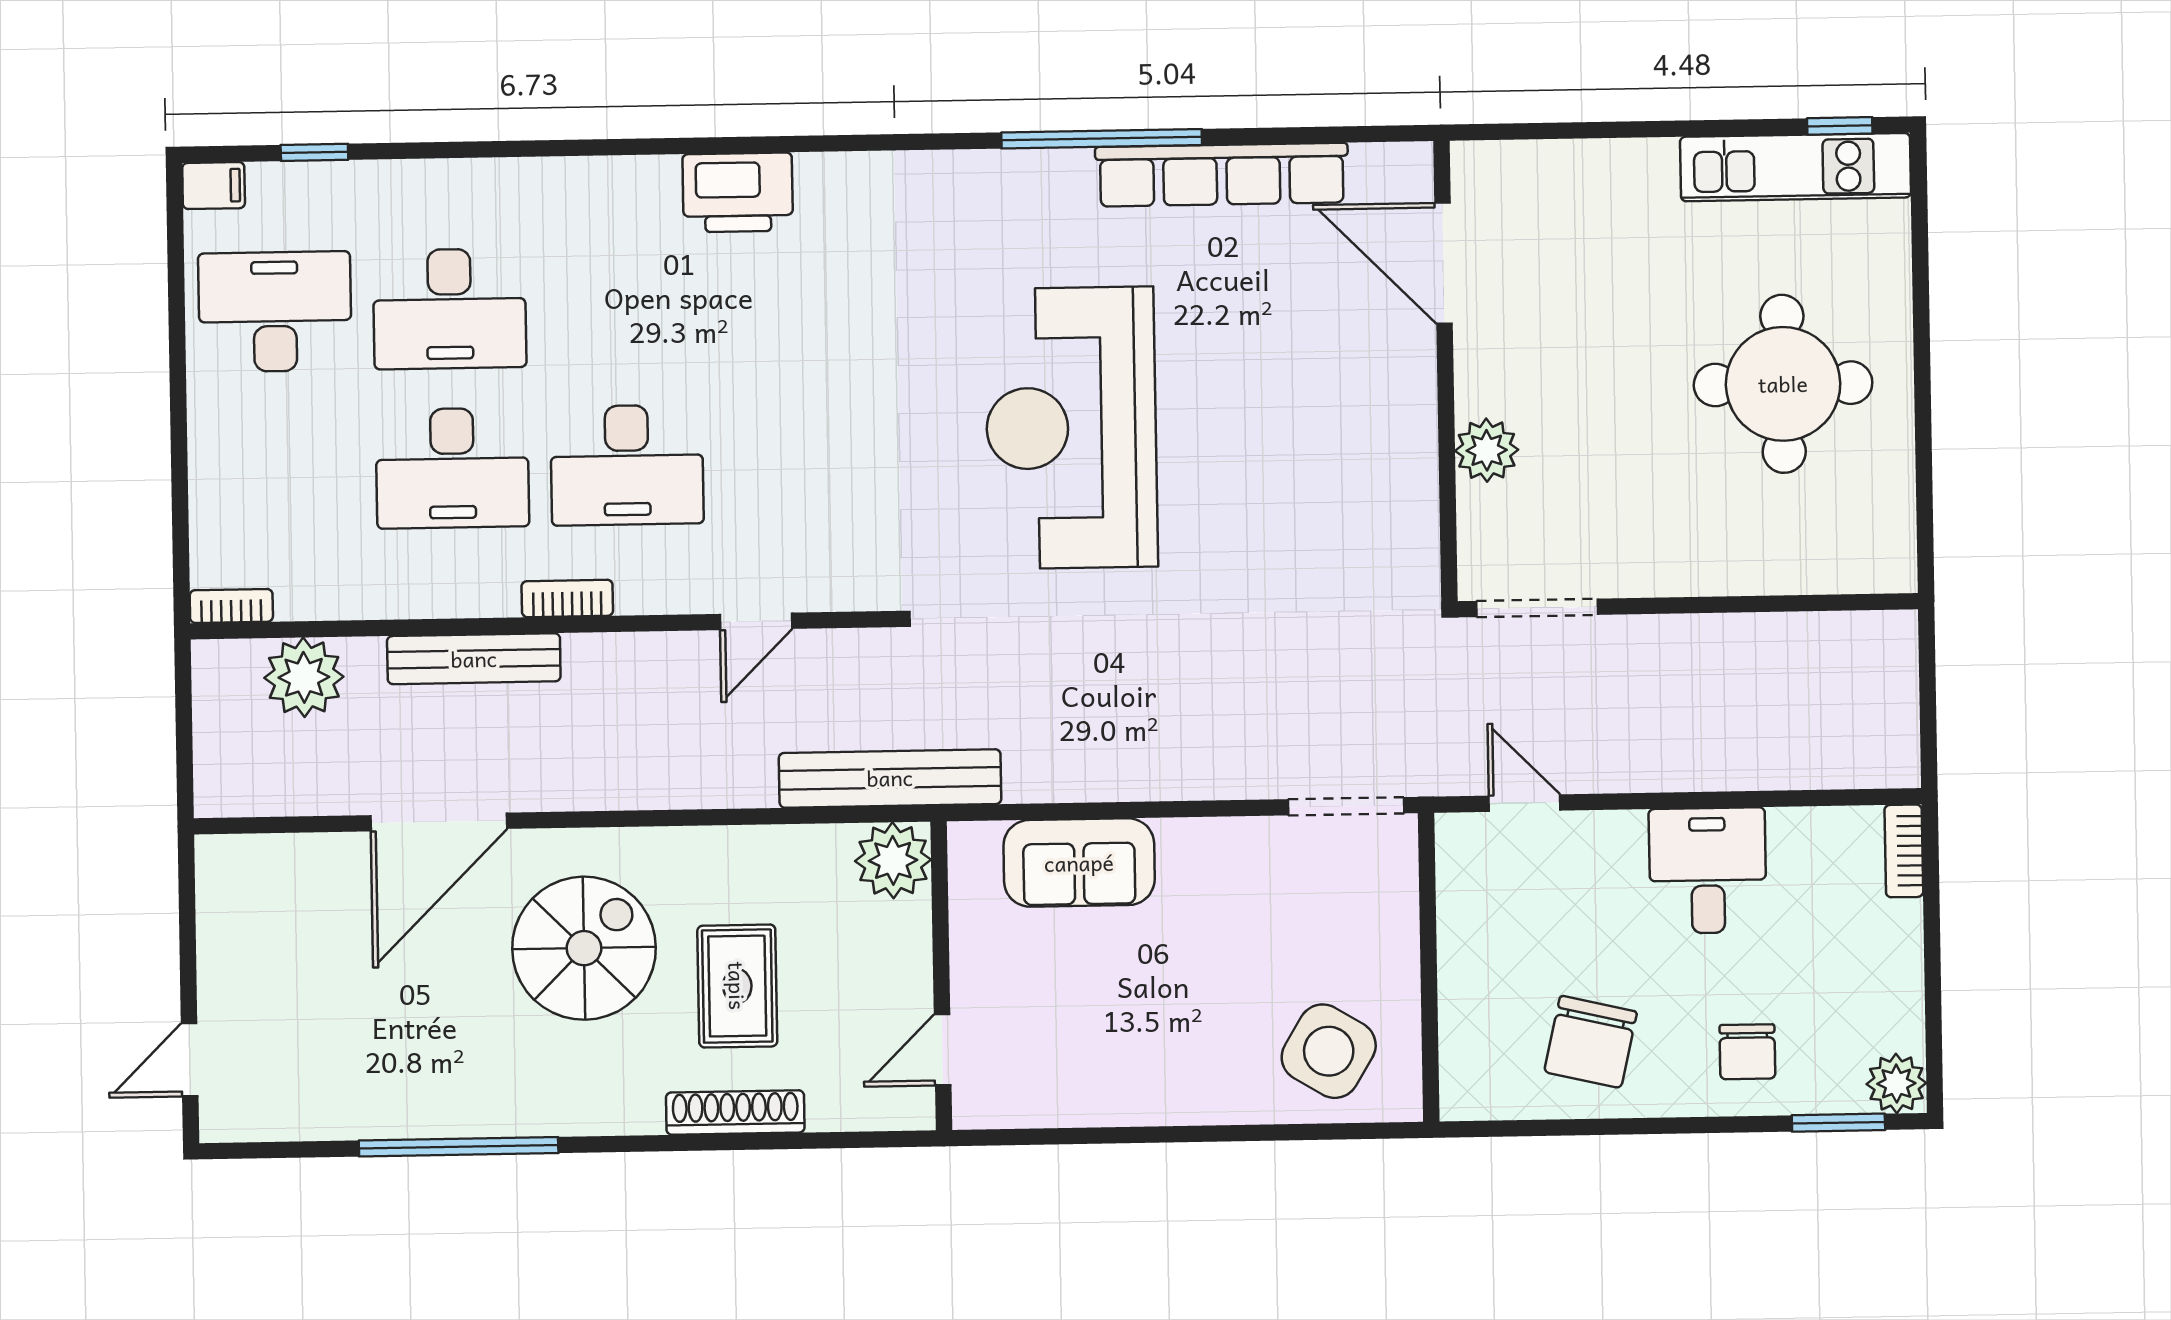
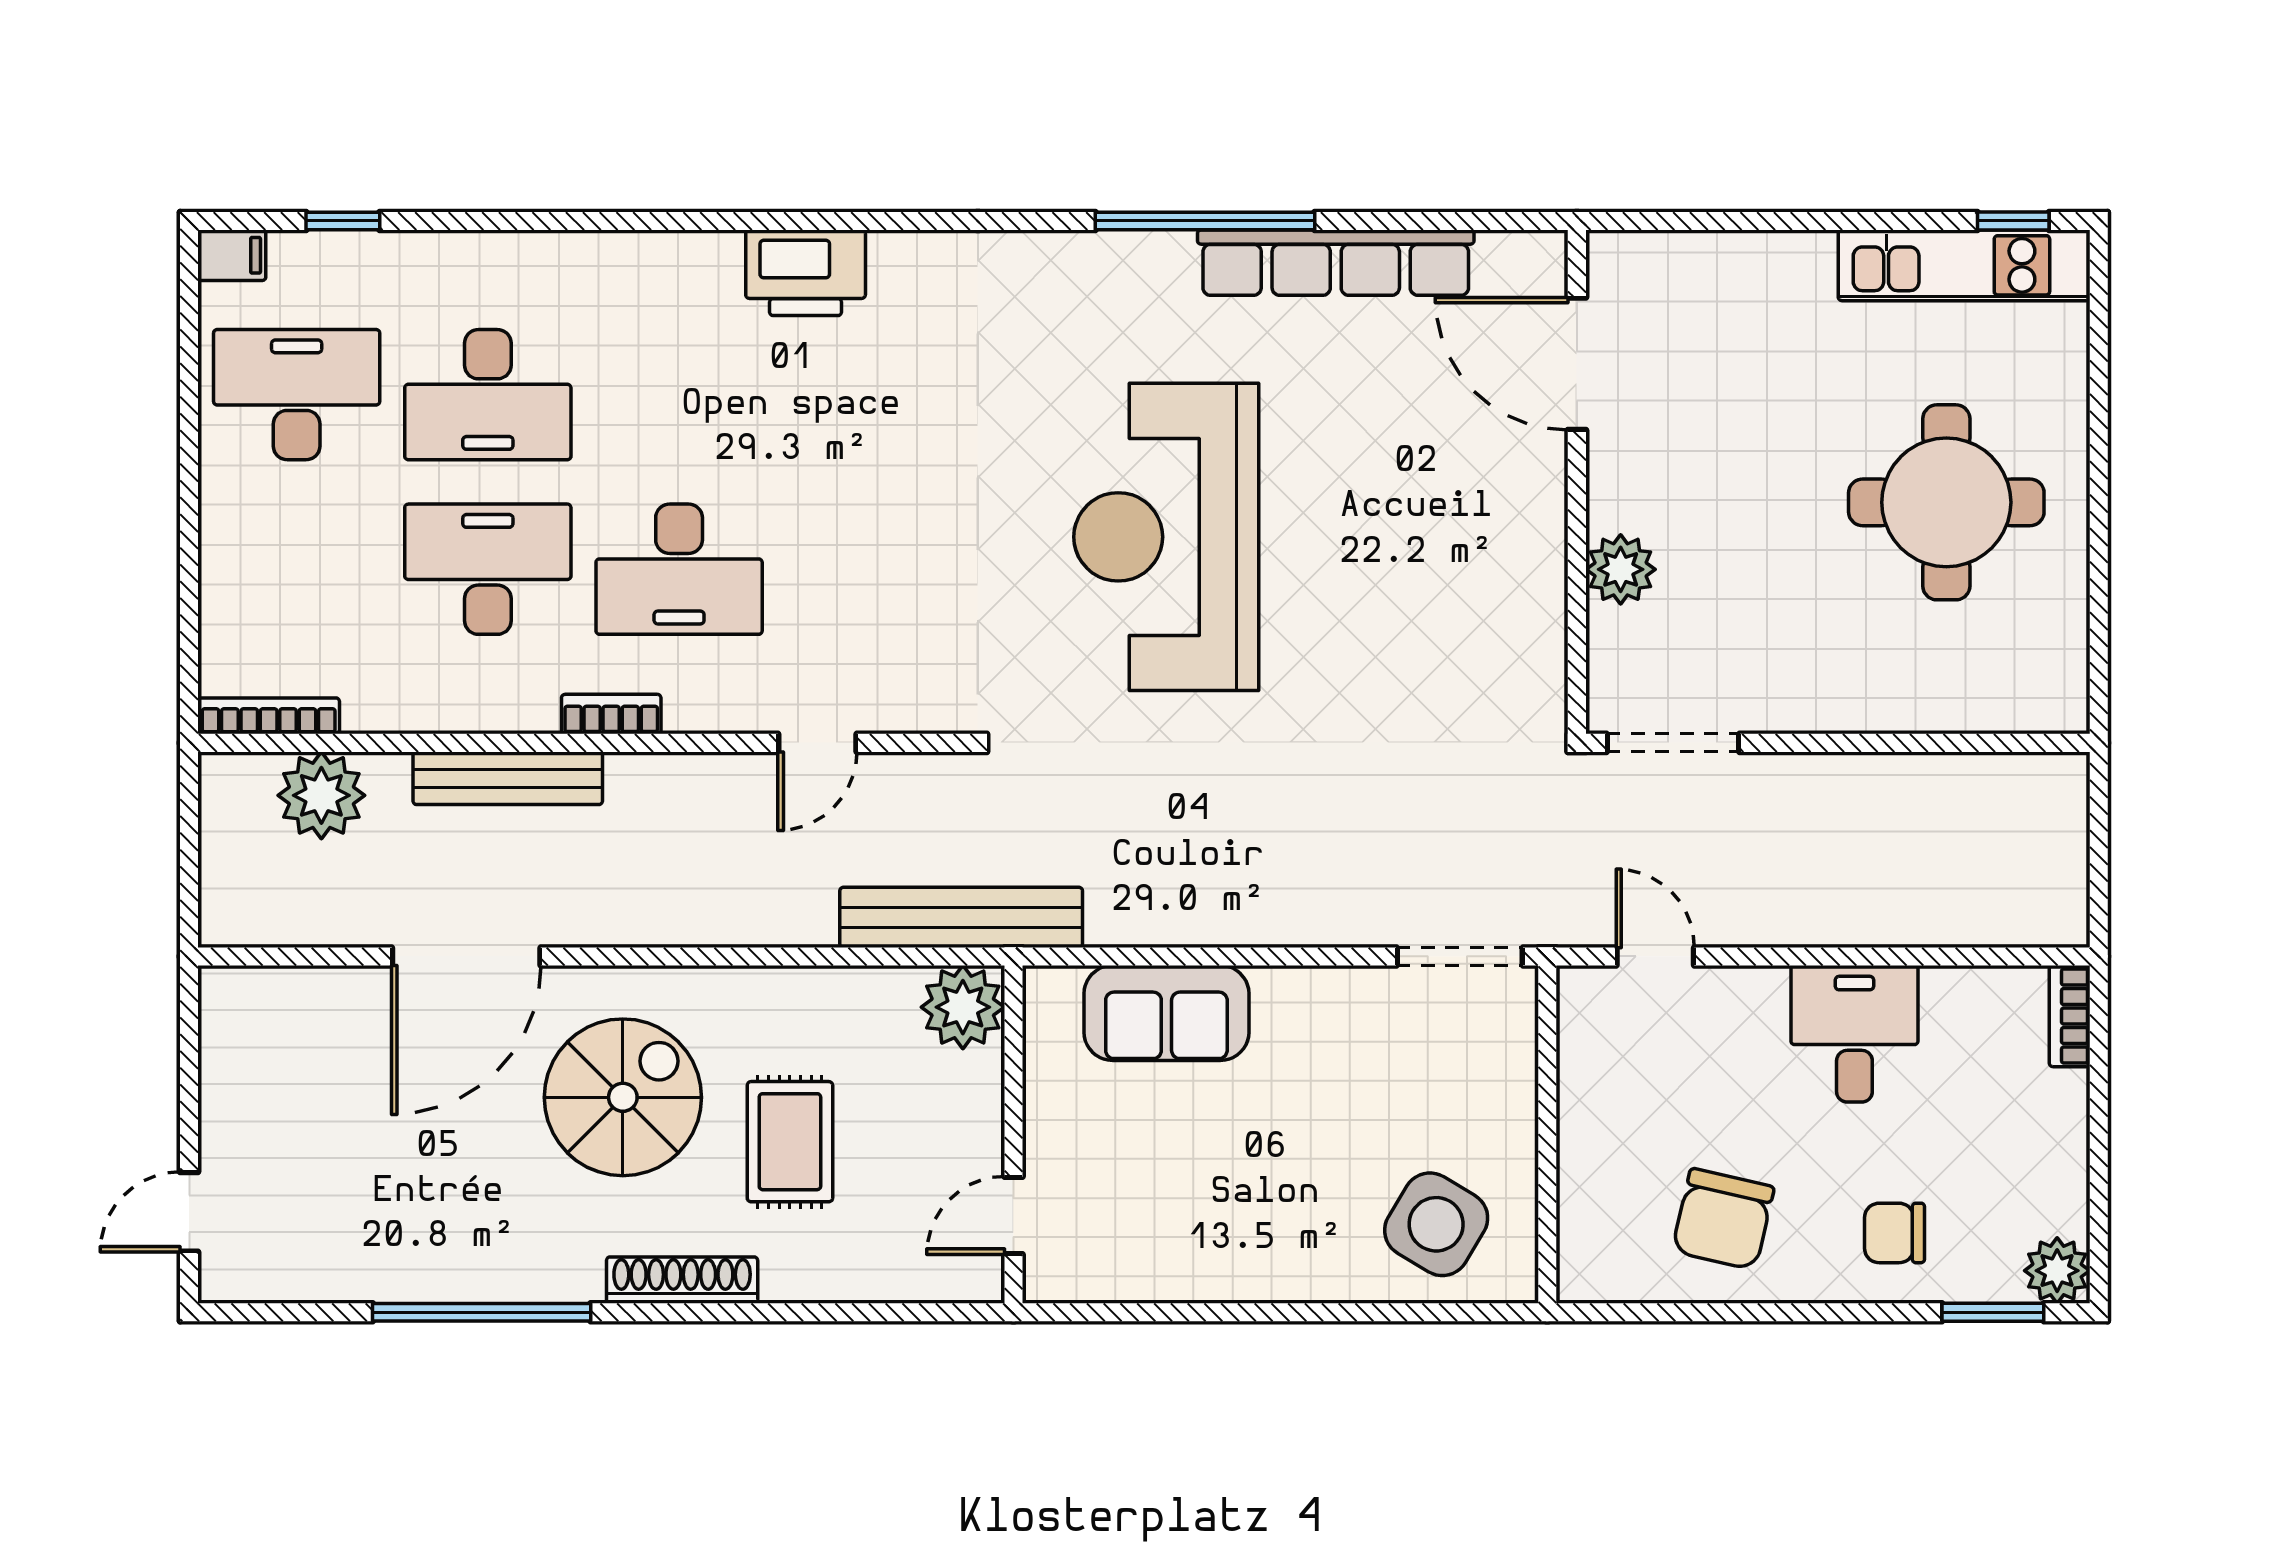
desk: (452, 468) -> (488, 569), turned 180
bookcase: (231, 606) -> (269, 716), width x1.56
chair: (1747, 1052) -> (1895, 1233), turned 90
shoe rack: (735, 1112) -> (682, 1280), moved

